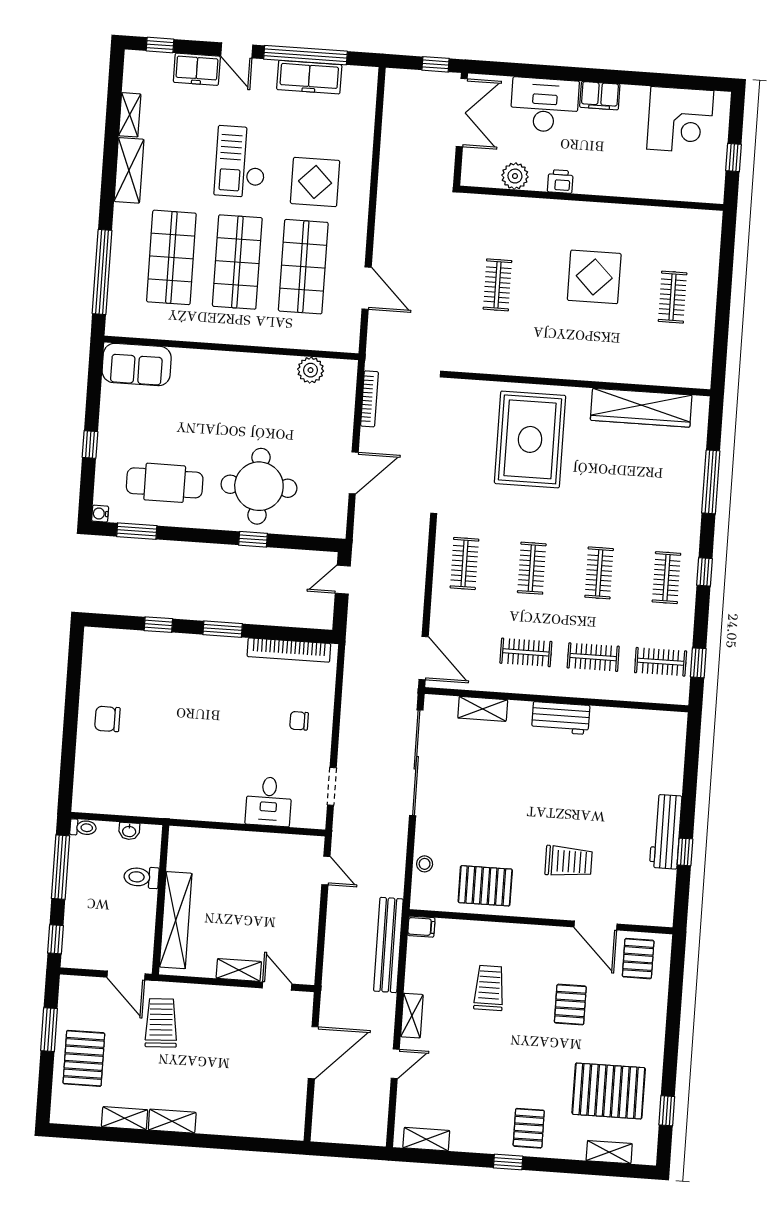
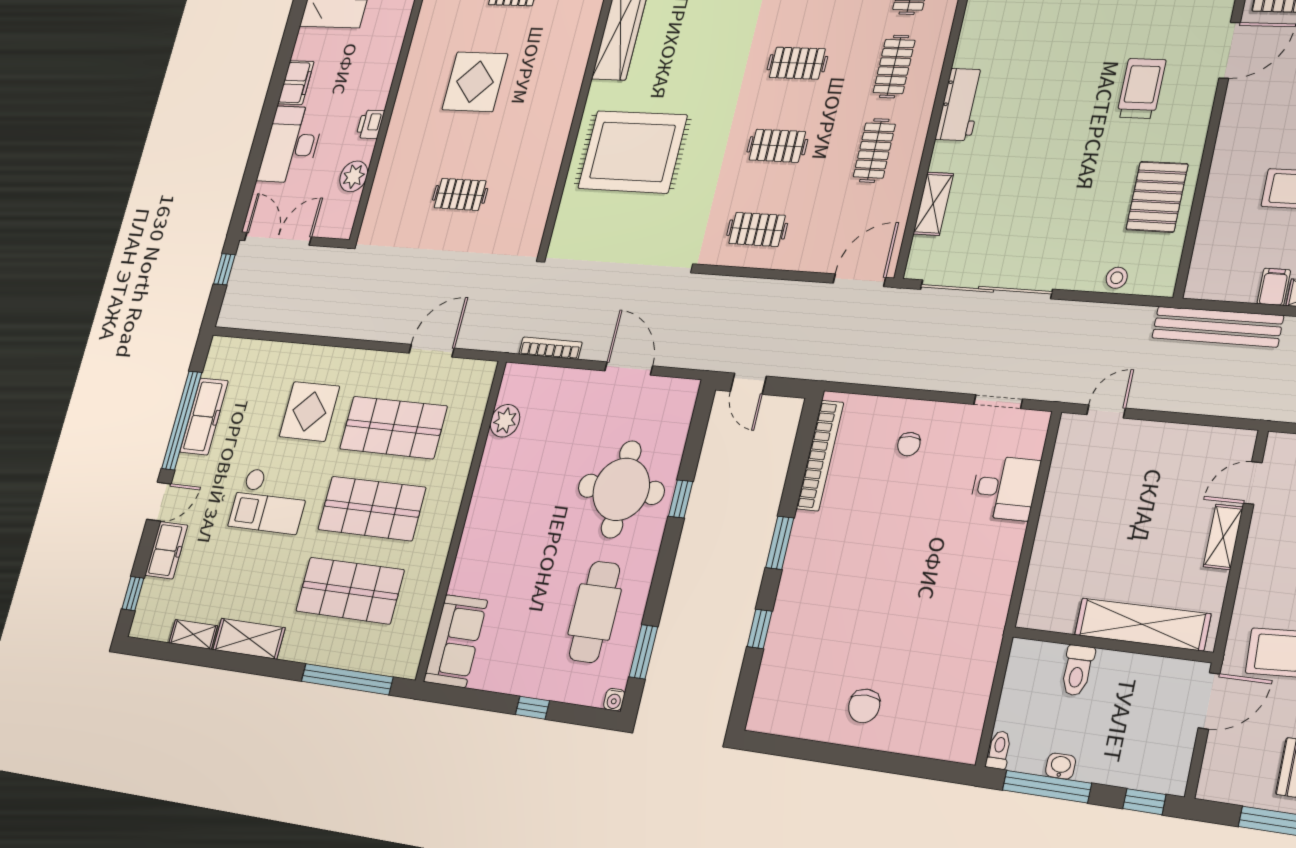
washbasin: (129, 831) -> (1061, 766), moved, turned -90
filing cabinet: (421, 927) -> (1274, 287), moved

